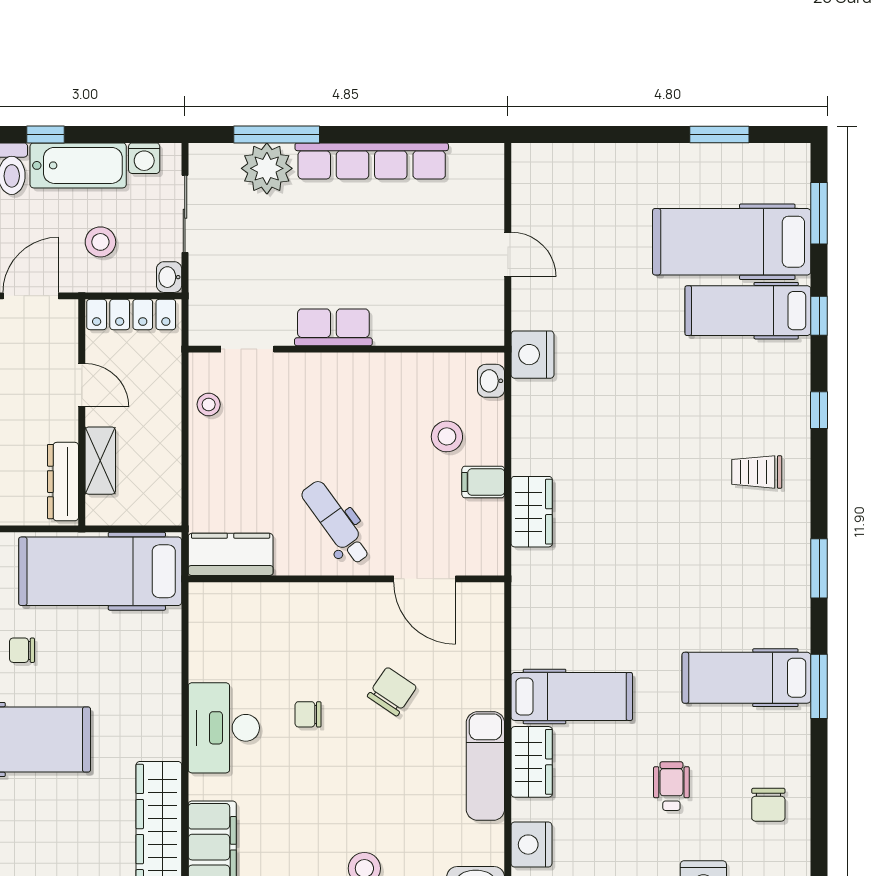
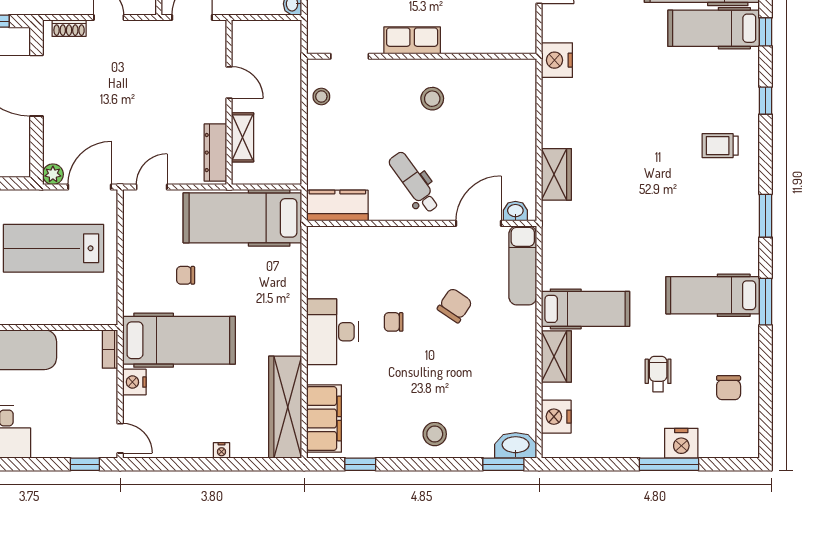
locker: (131, 315) -> (265, 31), removed
washbasin: (491, 381) -> (515, 211), moved, turned 90
stool: (447, 436) -> (432, 99), moved
filing cabinet: (483, 482) -> (521, 153), removed
door: (425, 579) -> (478, 223), swing flipped
exam couch: (485, 766) -> (523, 265), moved

